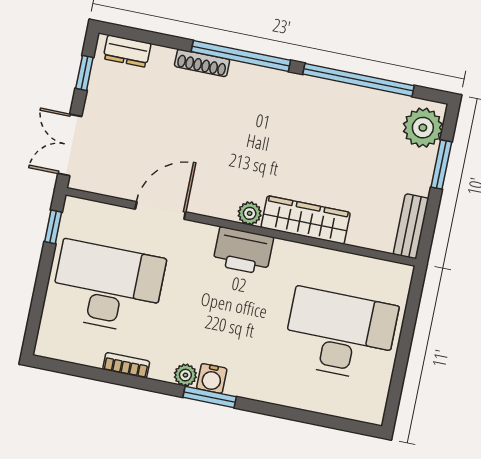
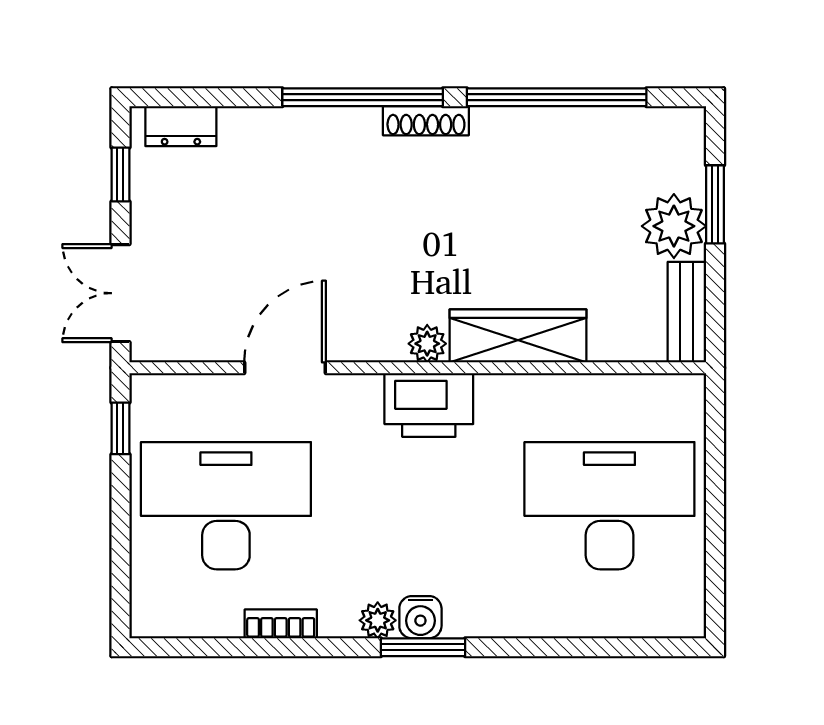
shoe rack: (202, 63) -> (426, 121), moved
plant: (423, 128) -> (674, 226), moved

